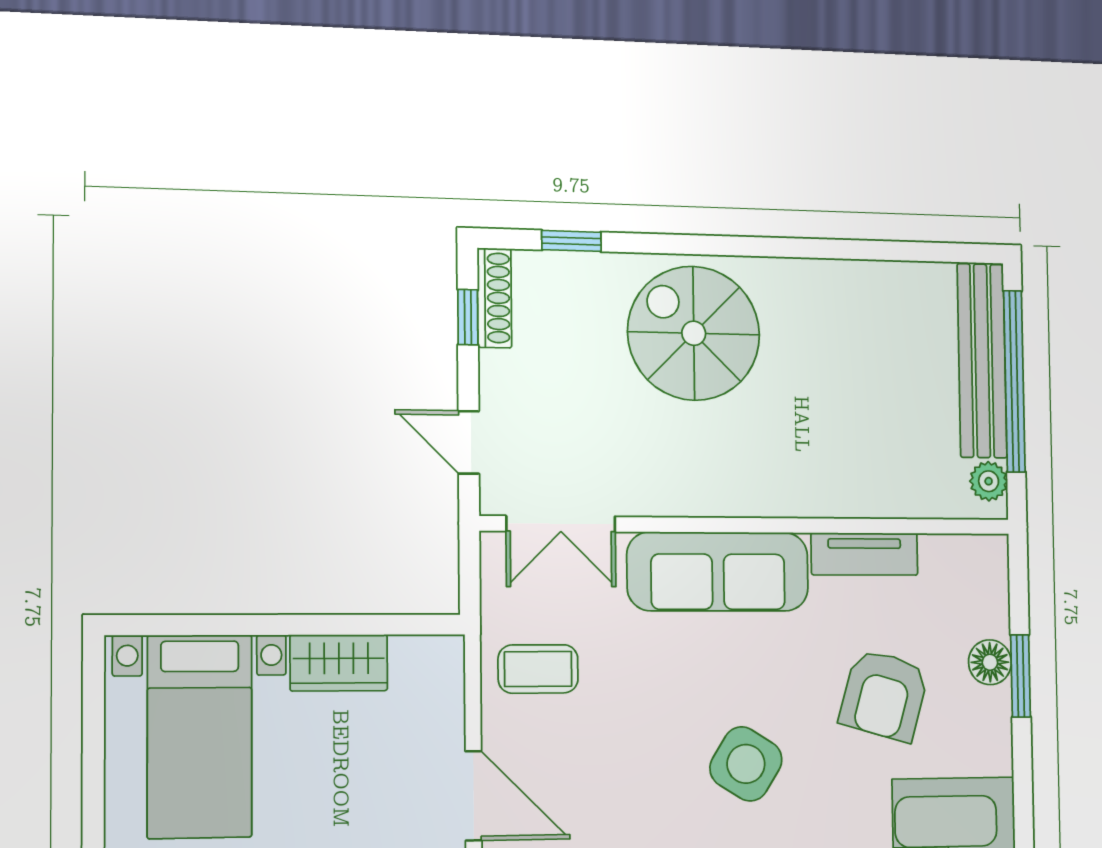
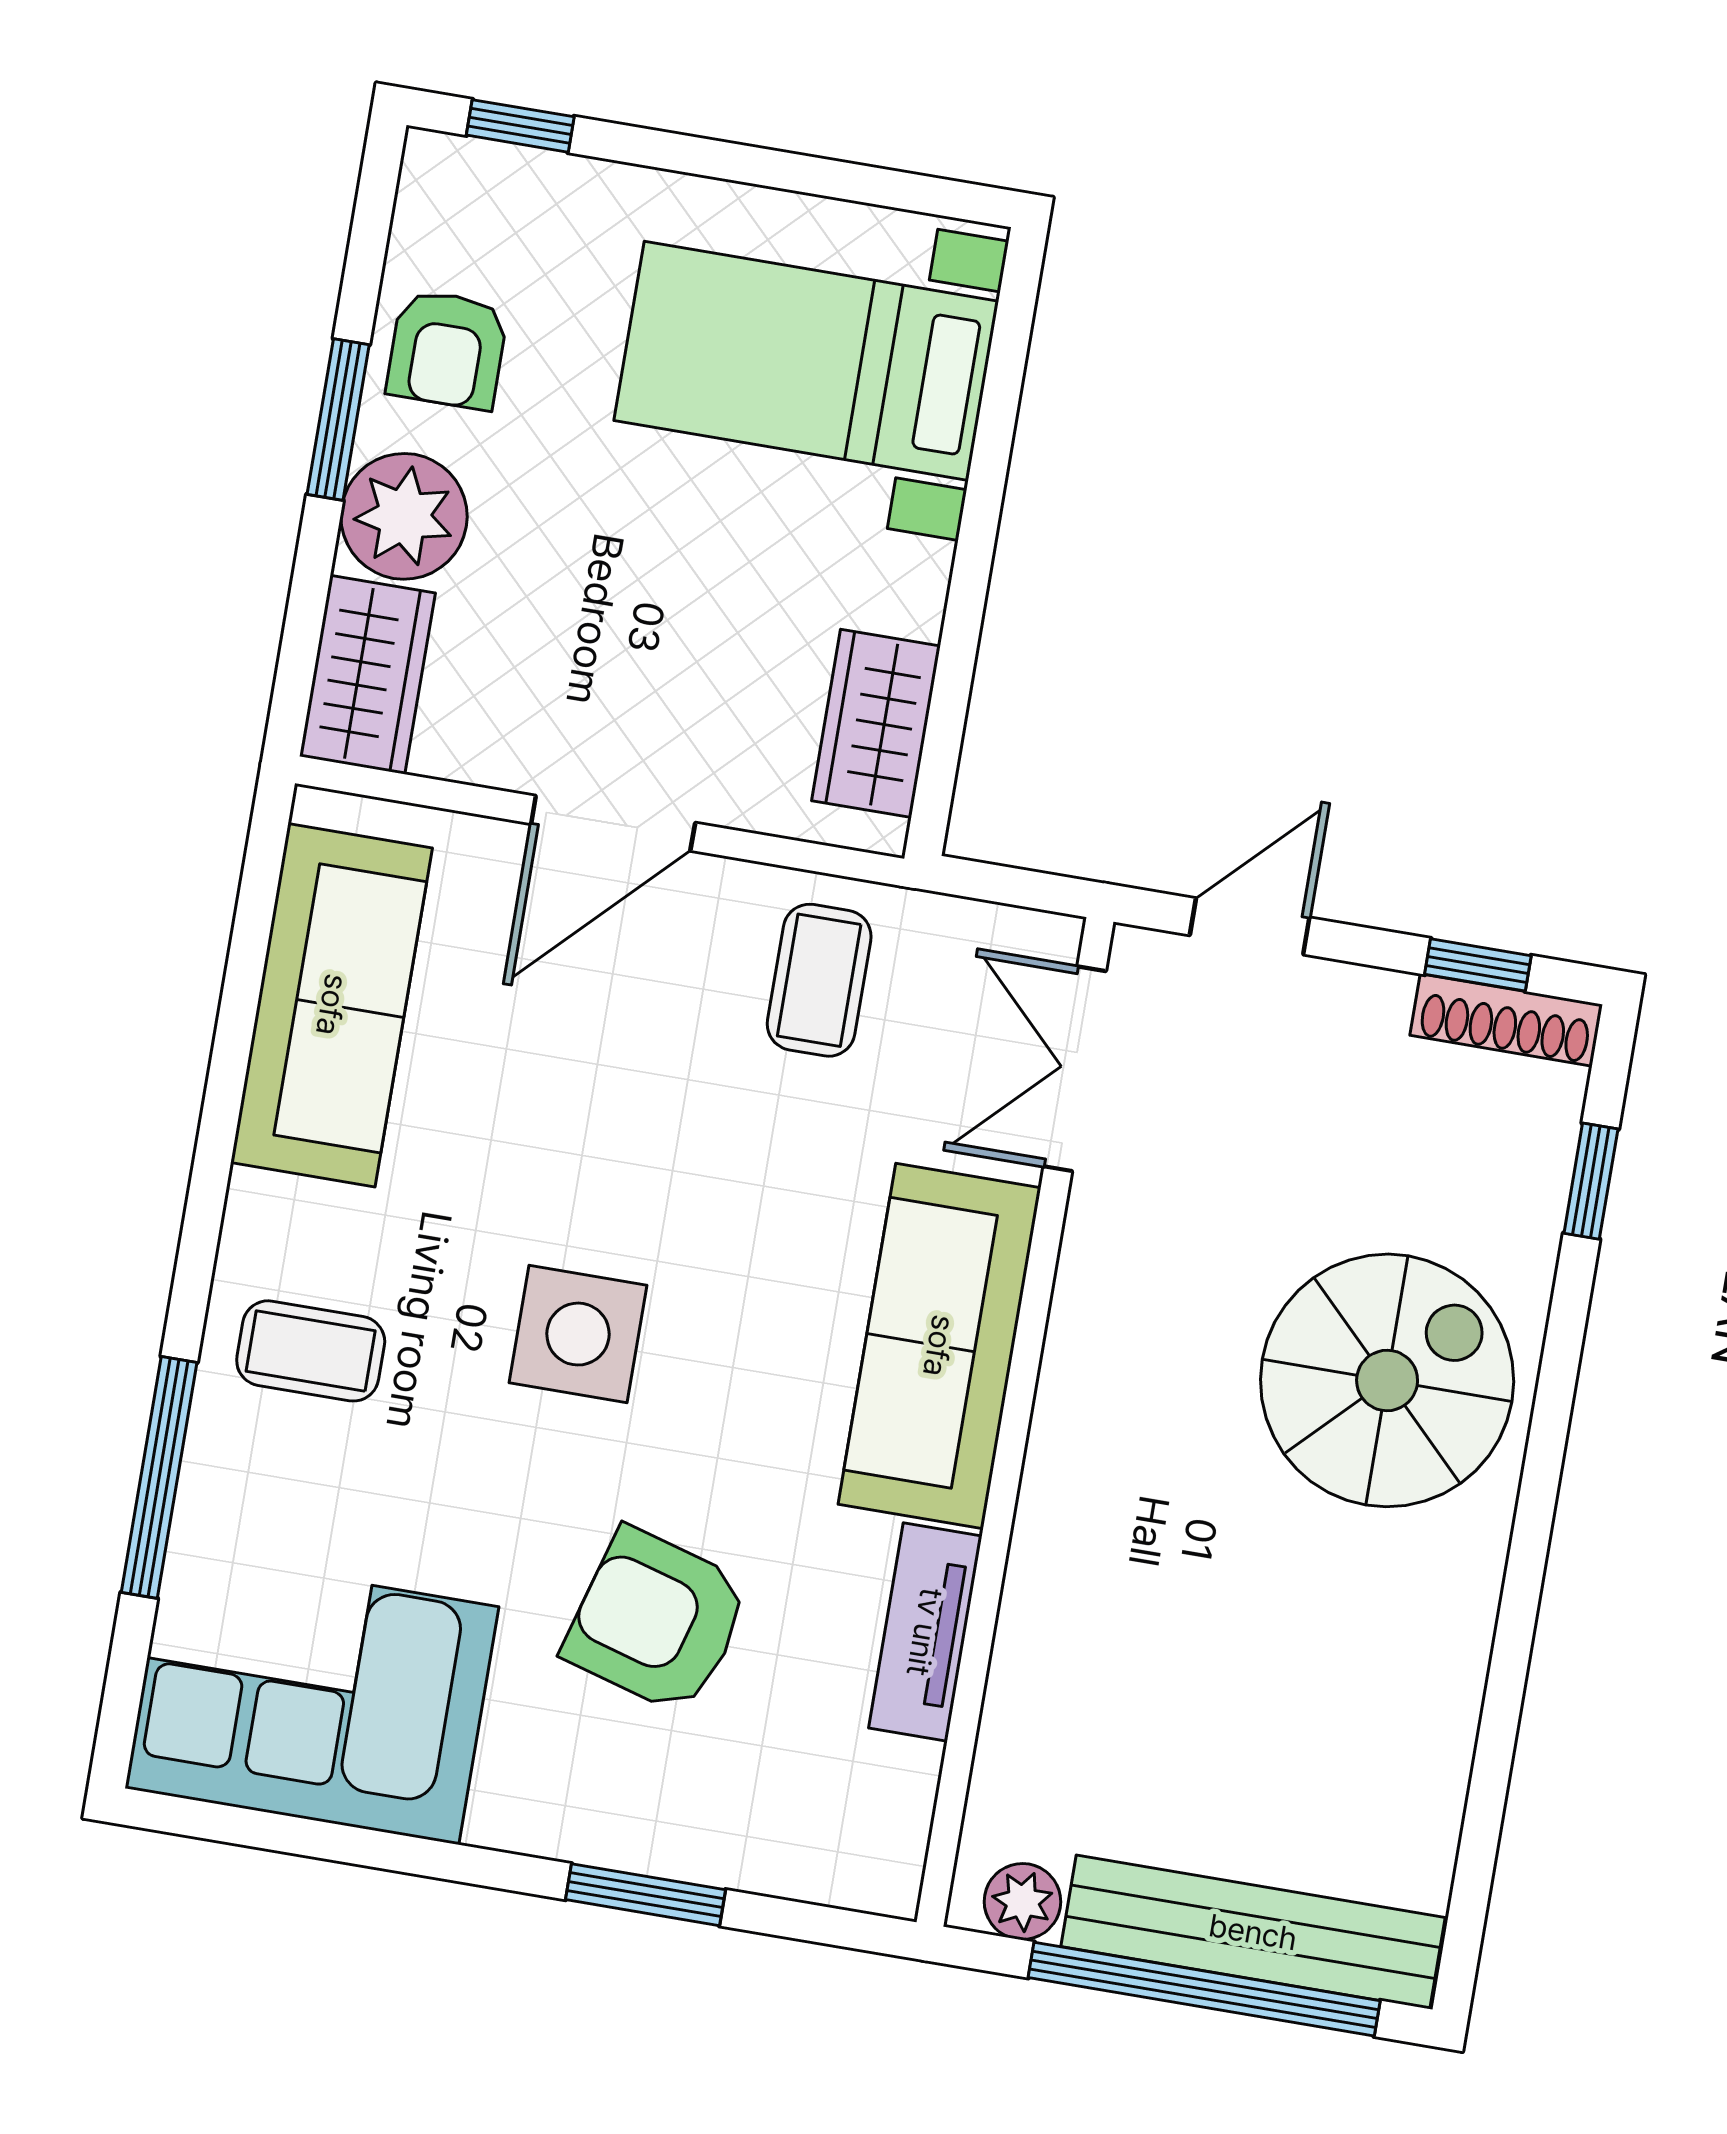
floor lamp: (990, 662) -> (682, 1839), removed
wardrobe: (339, 663) -> (876, 723), moved
side table: (746, 764) -> (578, 1334), turned -32

